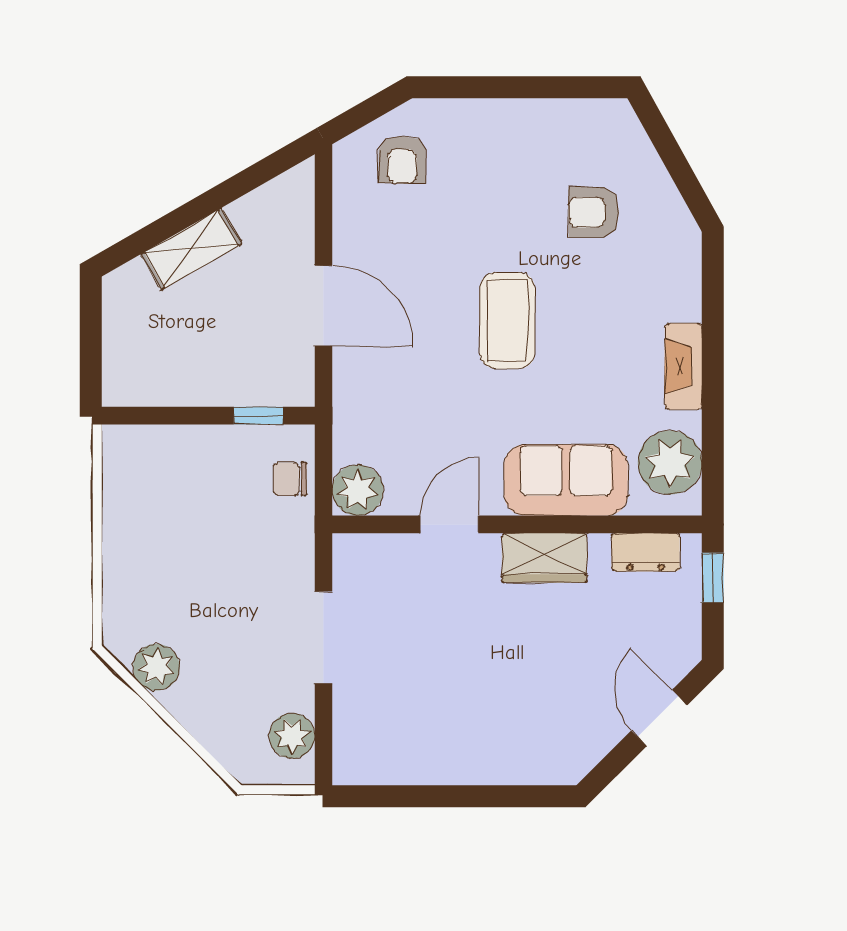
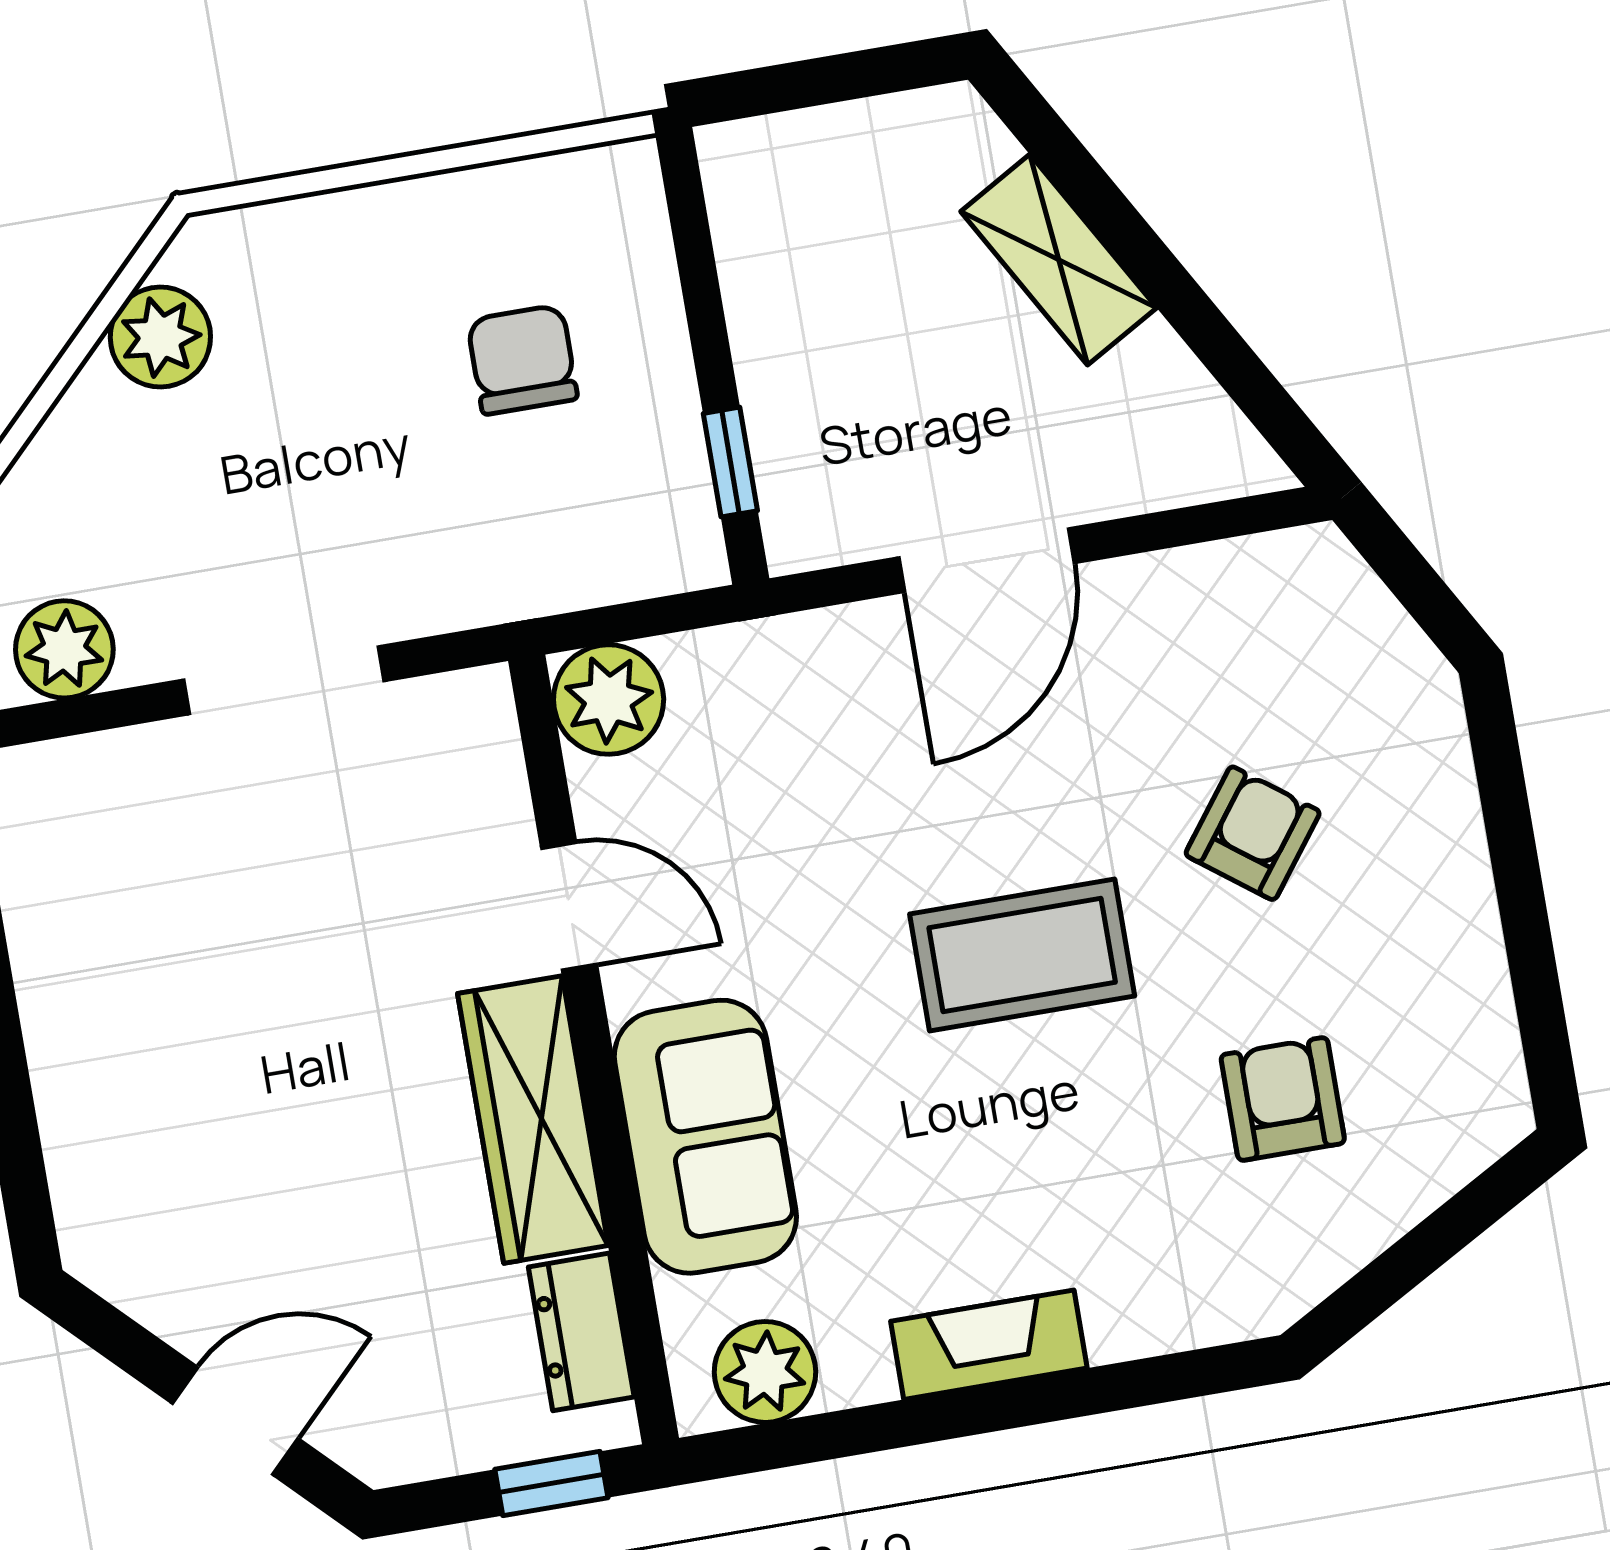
armchair: (402, 160) -> (1253, 833), moved, turned 127
plant: (670, 463) -> (765, 1372), width x0.73, depth x0.73
chair: (290, 479) -> (522, 360), moved, width x1.37, depth x1.37
wardrobe: (544, 558) -> (533, 1119), width x1.50

